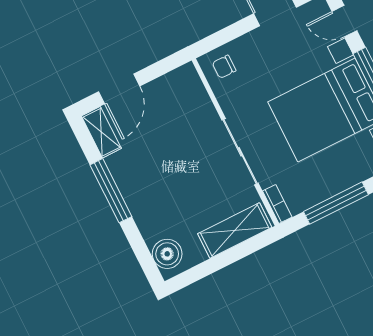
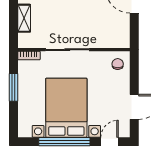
window: (336, 203) -> (13, 87), width x0.69
shelving: (235, 231) -> (24, 18), width x0.67, depth x0.75

